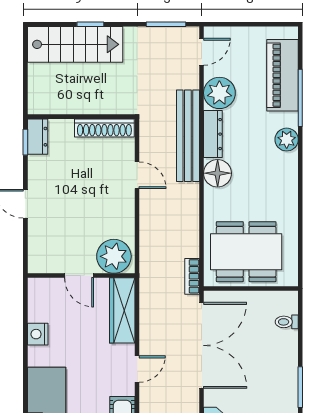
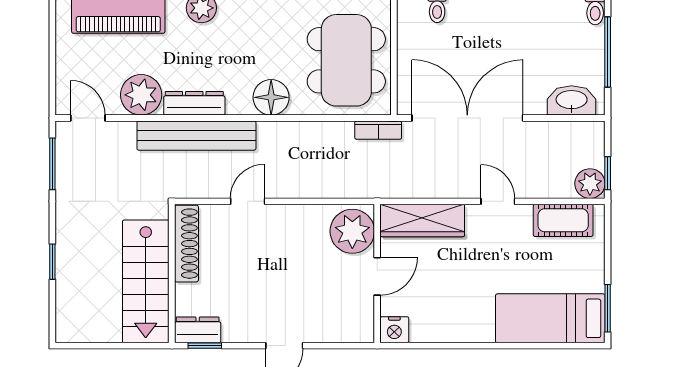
stairs: (75, 44) -> (146, 281), moved, turned 180
floor lamp: (218, 173) -> (271, 97), moved
nightstand: (38, 334) -> (394, 330), moved

